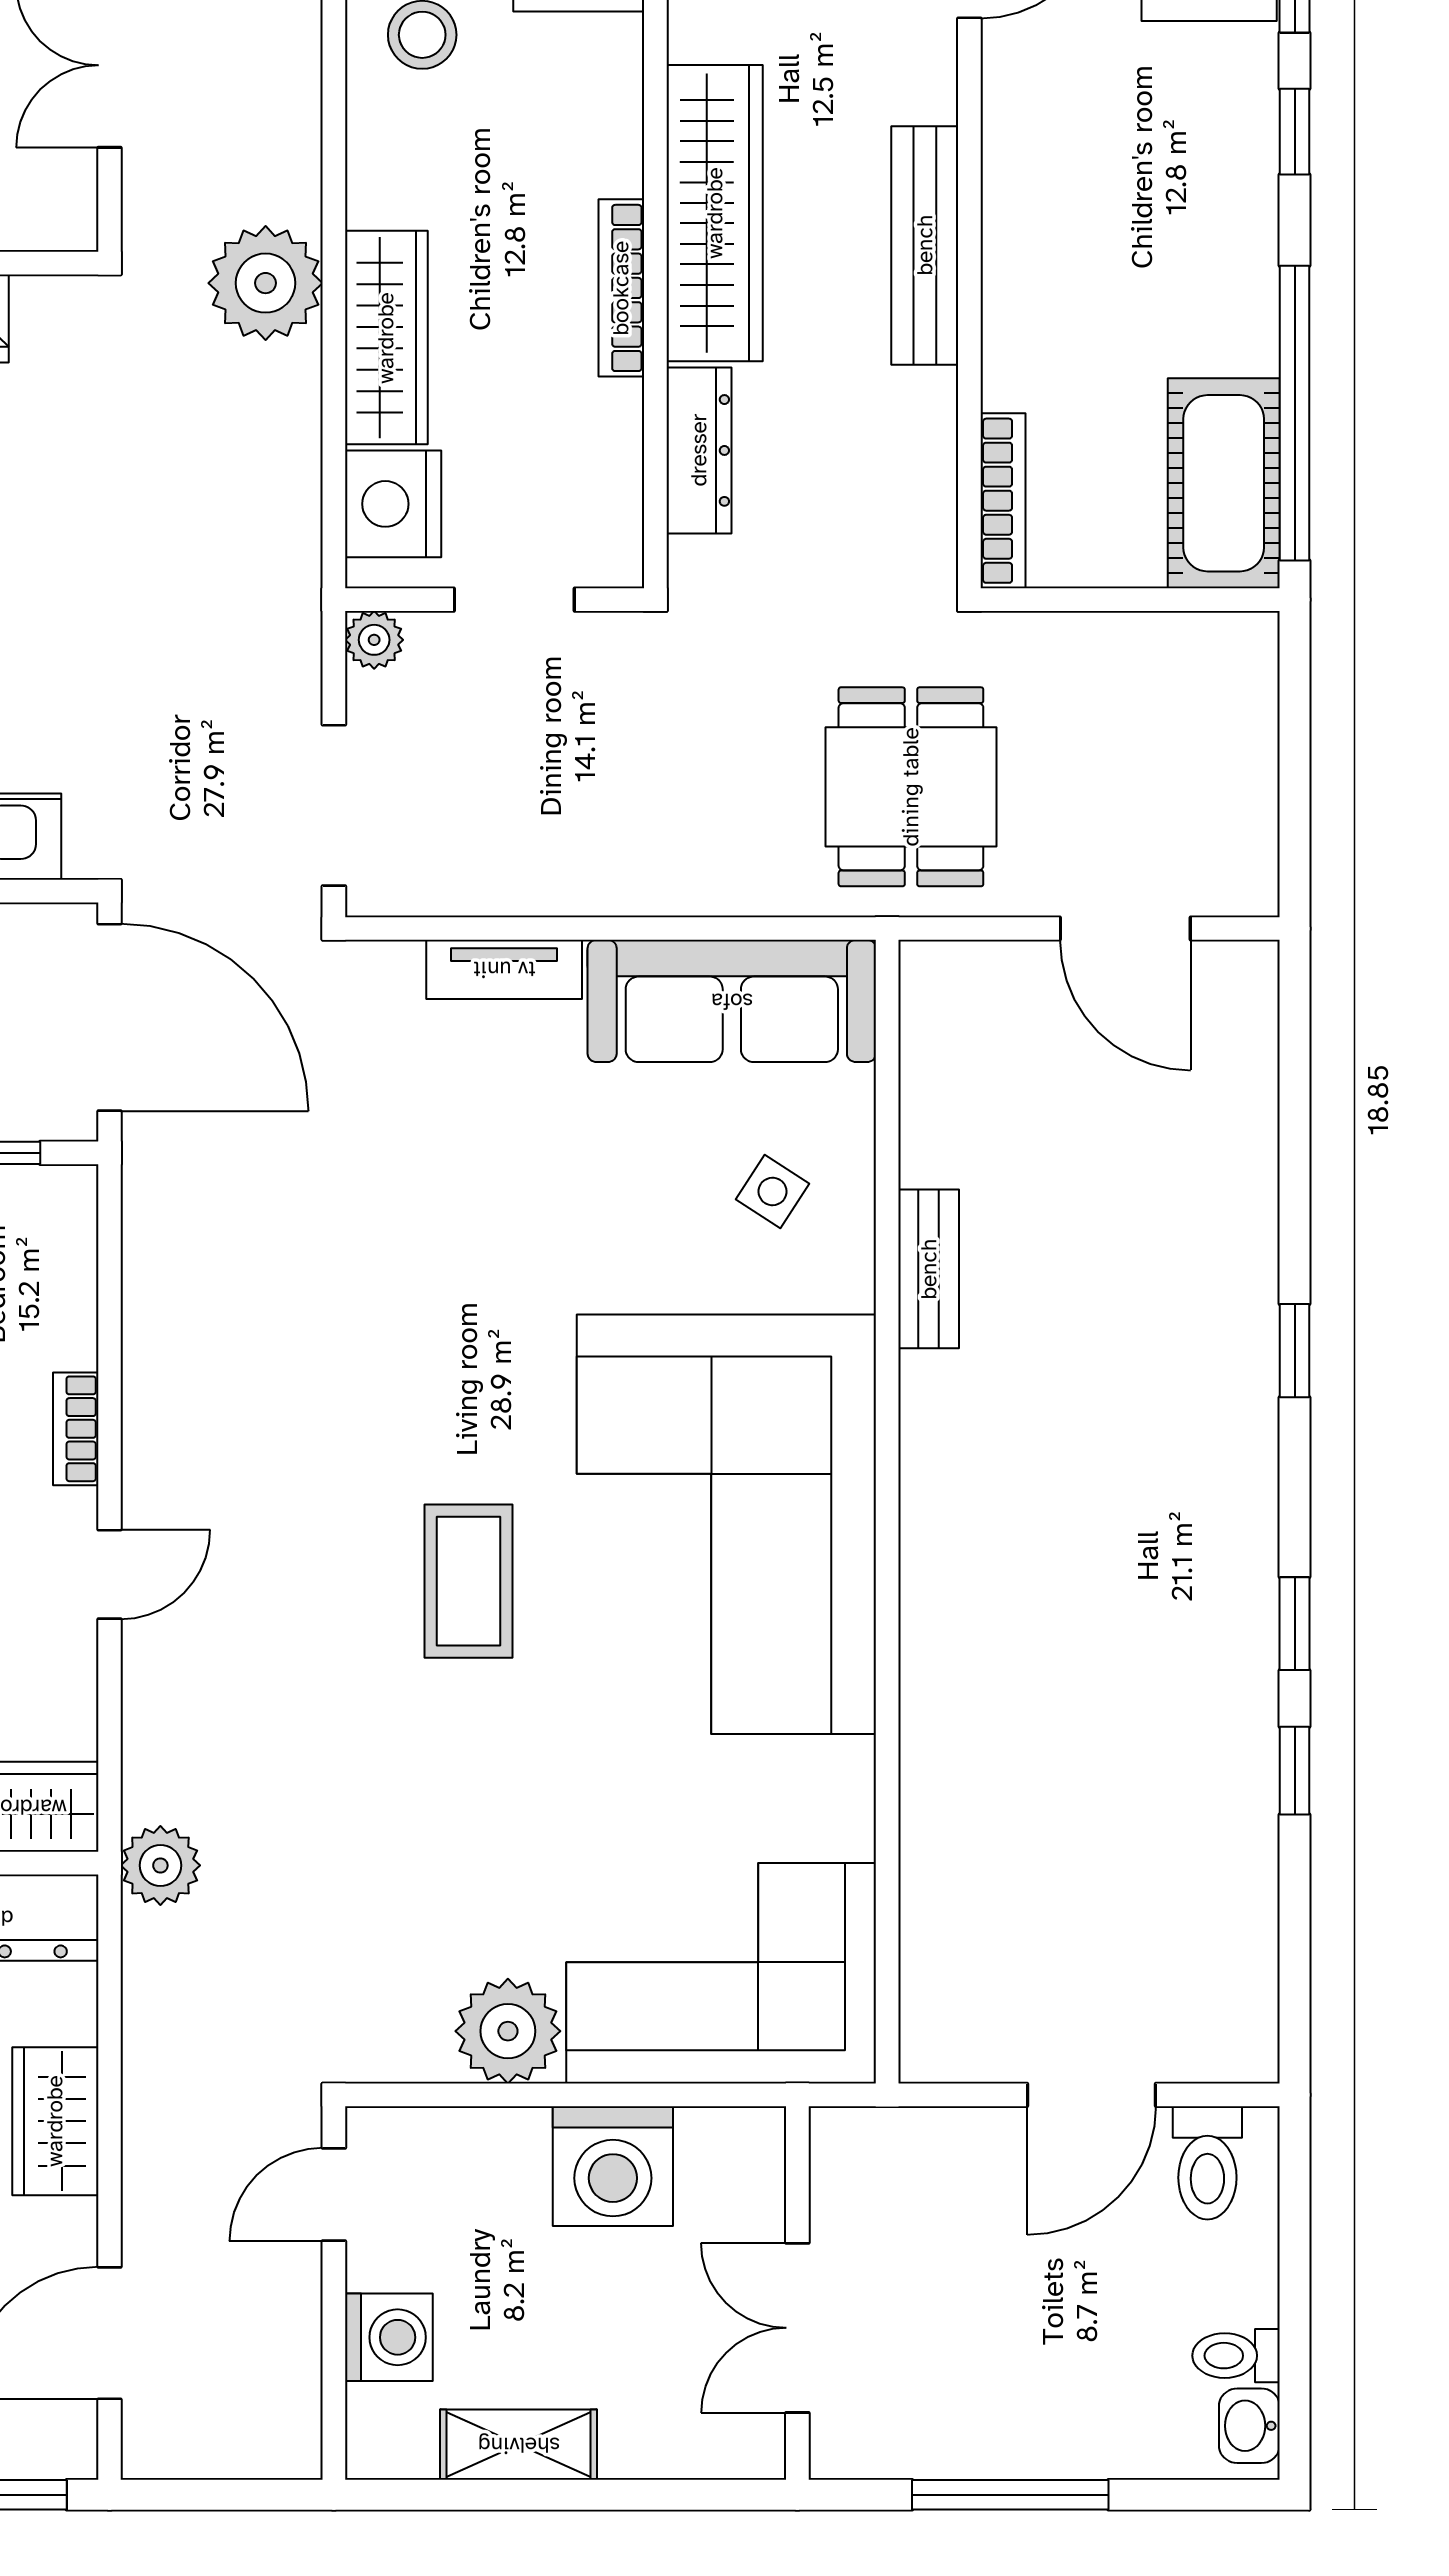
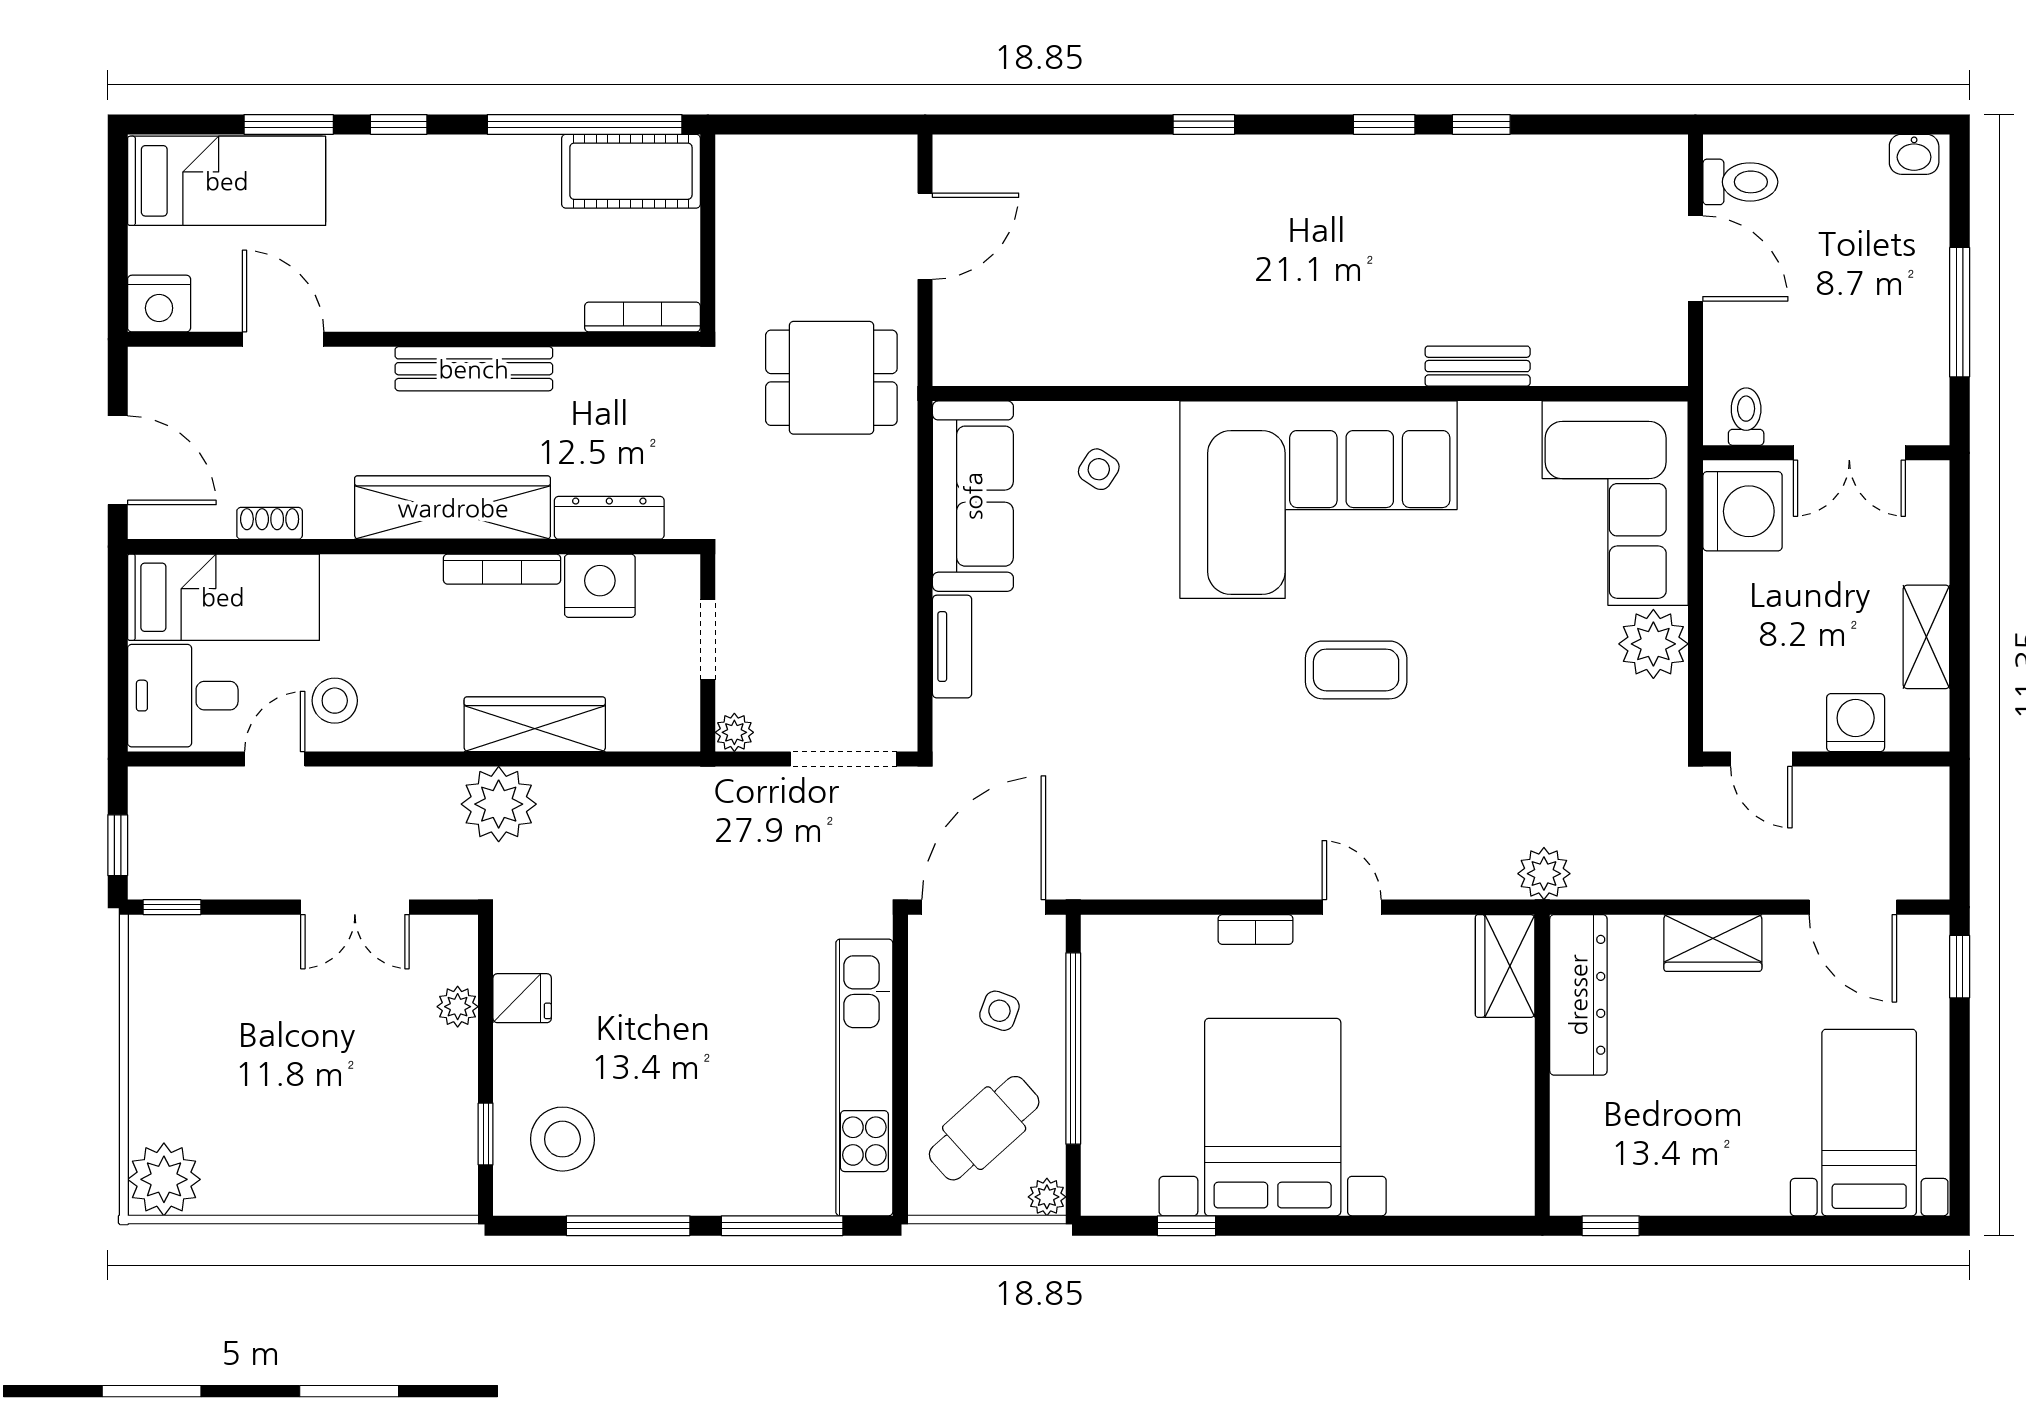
nightstand: (393, 504) -> (600, 586), moved, turned 180
bench: (929, 1269) -> (1478, 366), moved
washing machine: (613, 2166) -> (1742, 511), moved
toilet: (1236, 2356) -> (1746, 417), moved, turned 180

